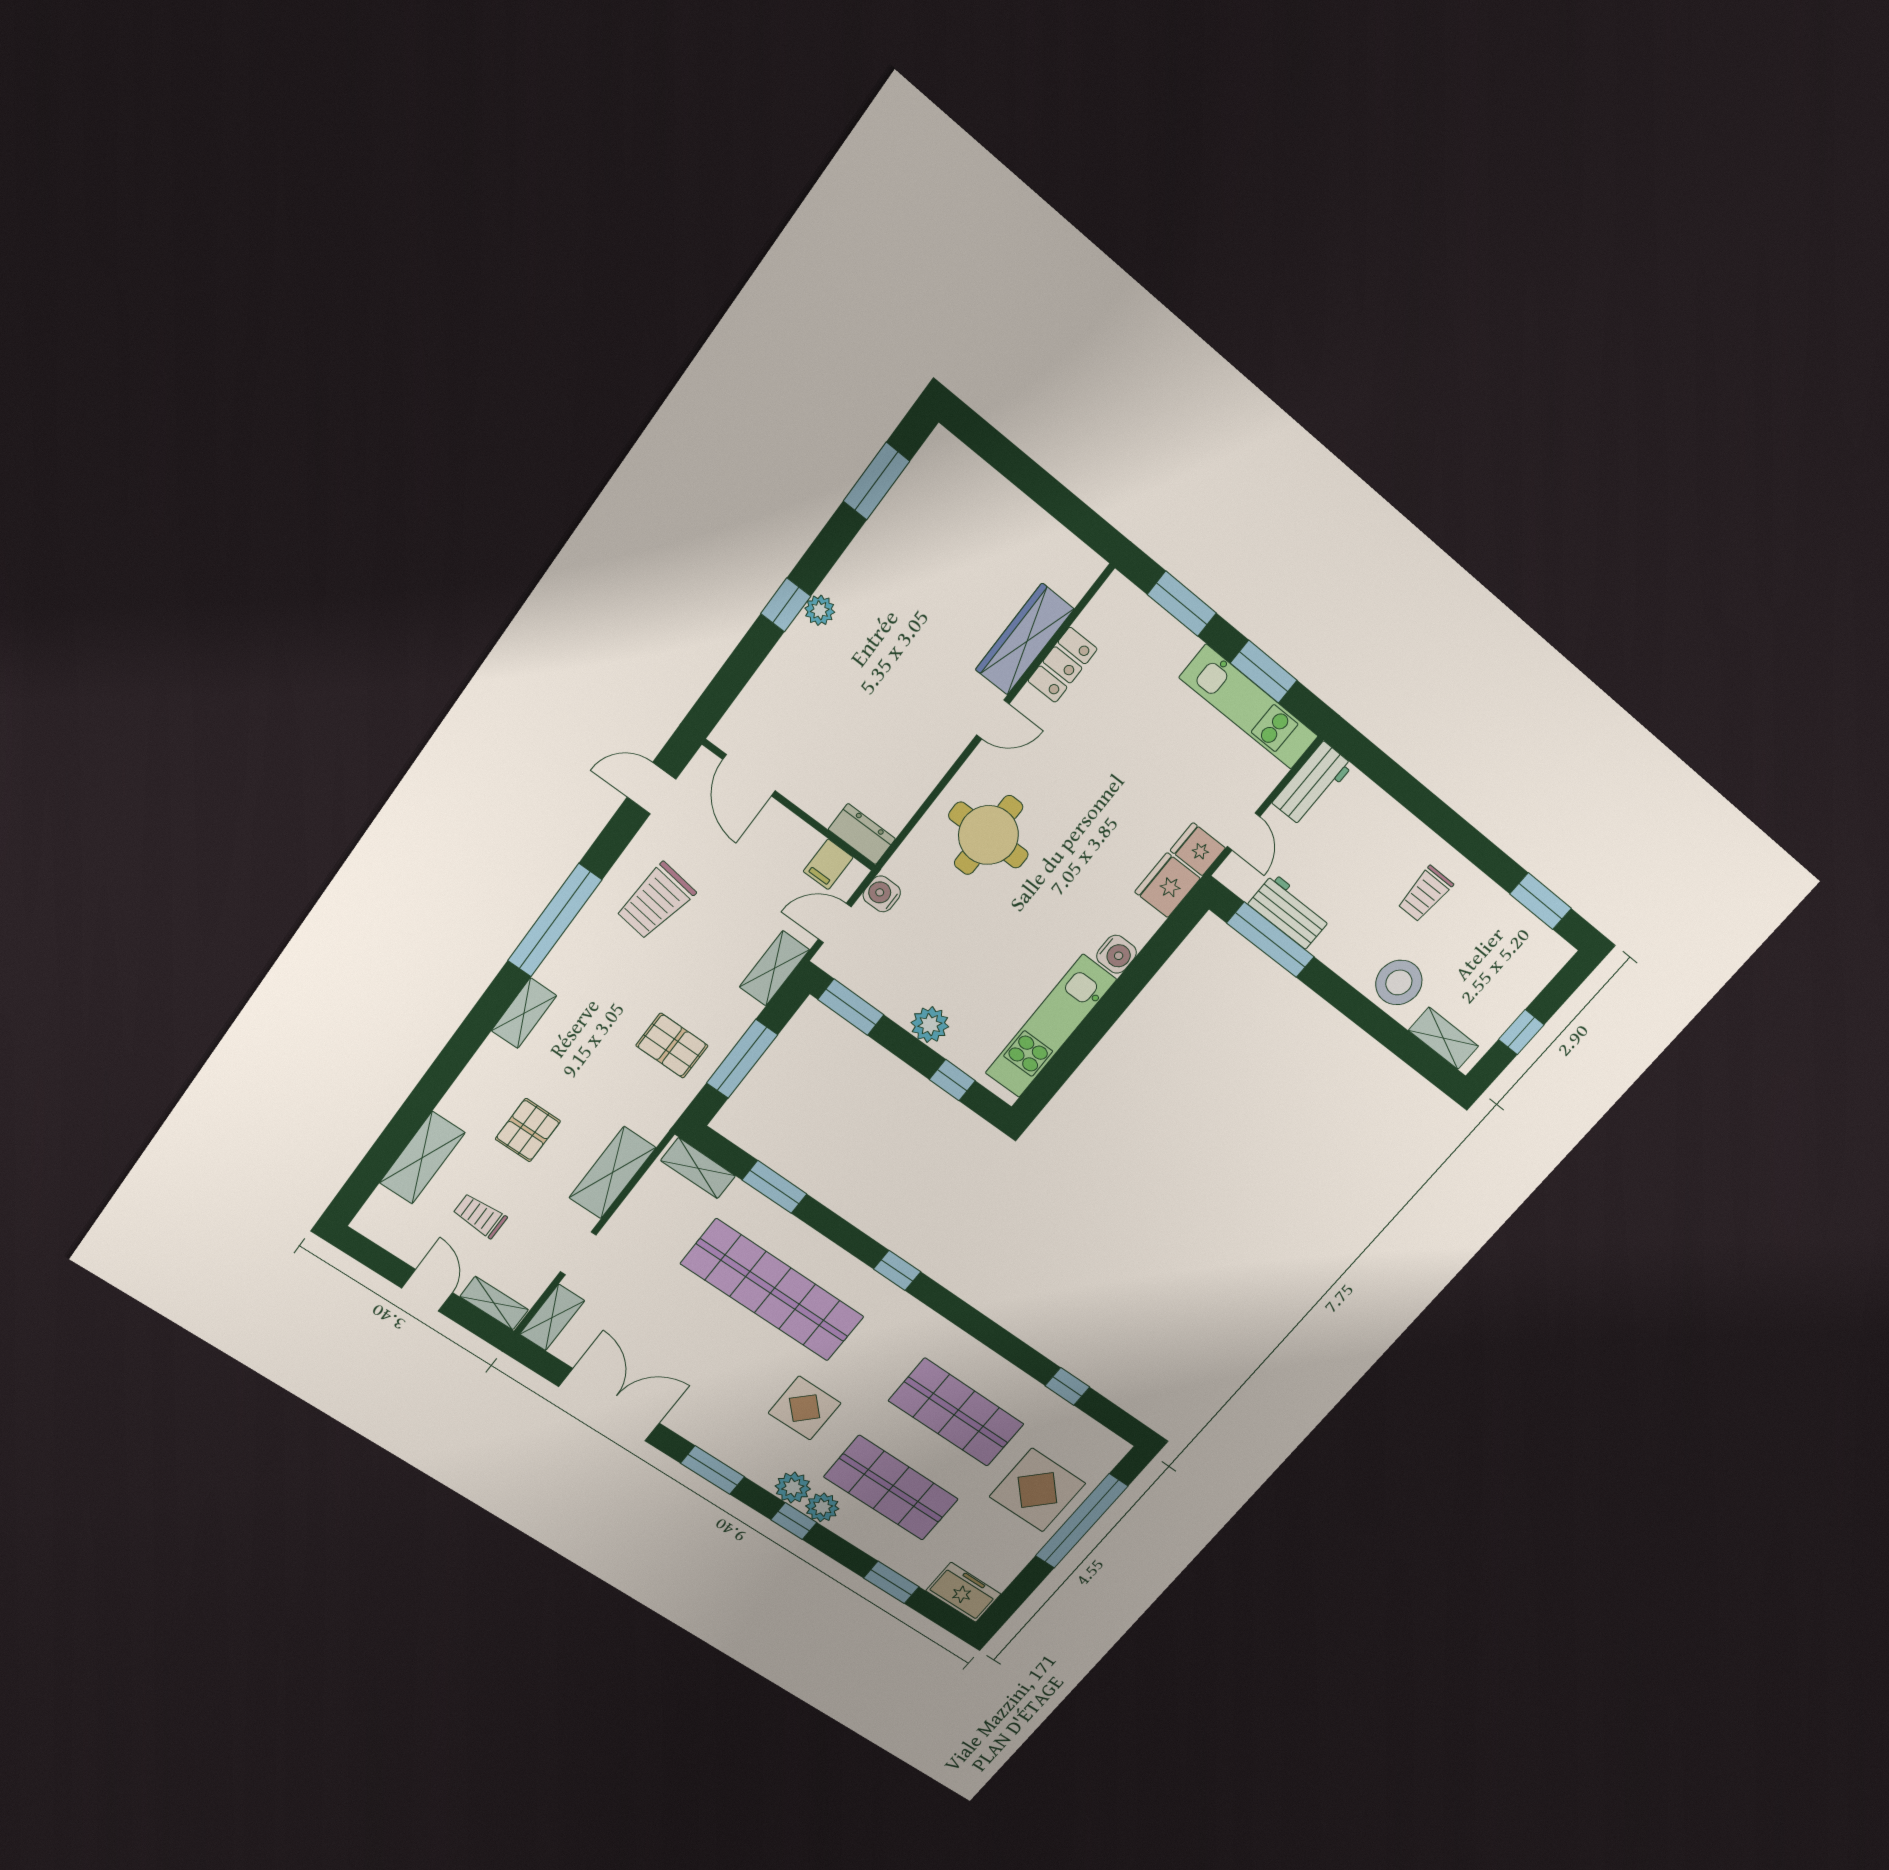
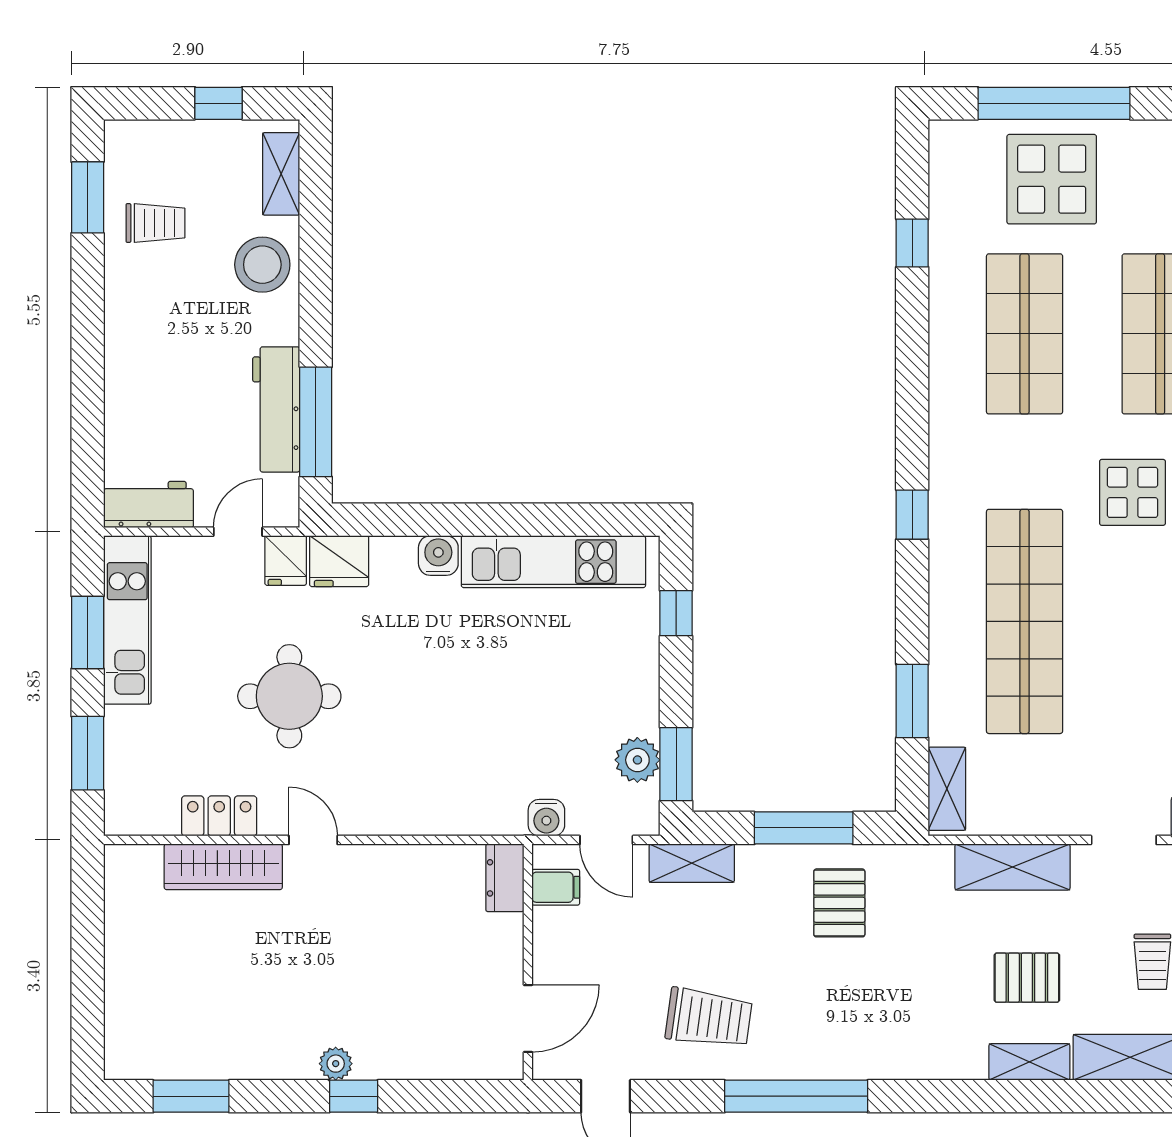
round table: (988, 835) -> (289, 696), moved
trolley: (1425, 894) -> (155, 223), moved
workbench: (1290, 911) -> (276, 409), width x1.38
shelving: (524, 1013) -> (1029, 1062), moved
plant: (930, 1025) -> (637, 760), moved

